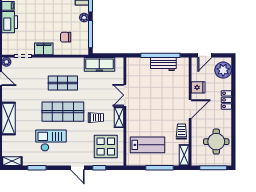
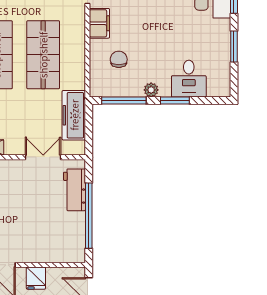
workbench: (163, 64) -> (74, 190), moved
shop shelf: (63, 83) -> (43, 55), width x1.43, depth x1.36
double door: (125, 95) -> (43, 157), moved

